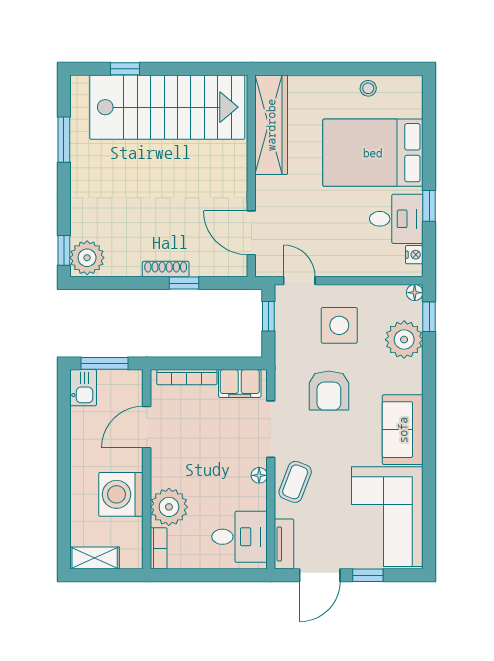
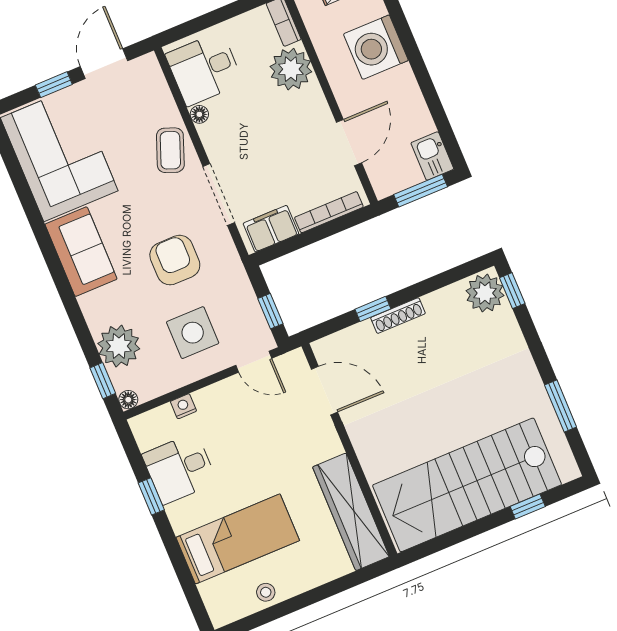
bed: (373, 153) -> (238, 539), width x0.67
nightstand: (414, 255) -> (183, 406), moved, turned 90
floor lamp: (259, 475) -> (199, 114), moved
washing machine: (121, 494) -> (376, 47), moved, turned 180
tv unit: (284, 544) -> (155, 81), removed

